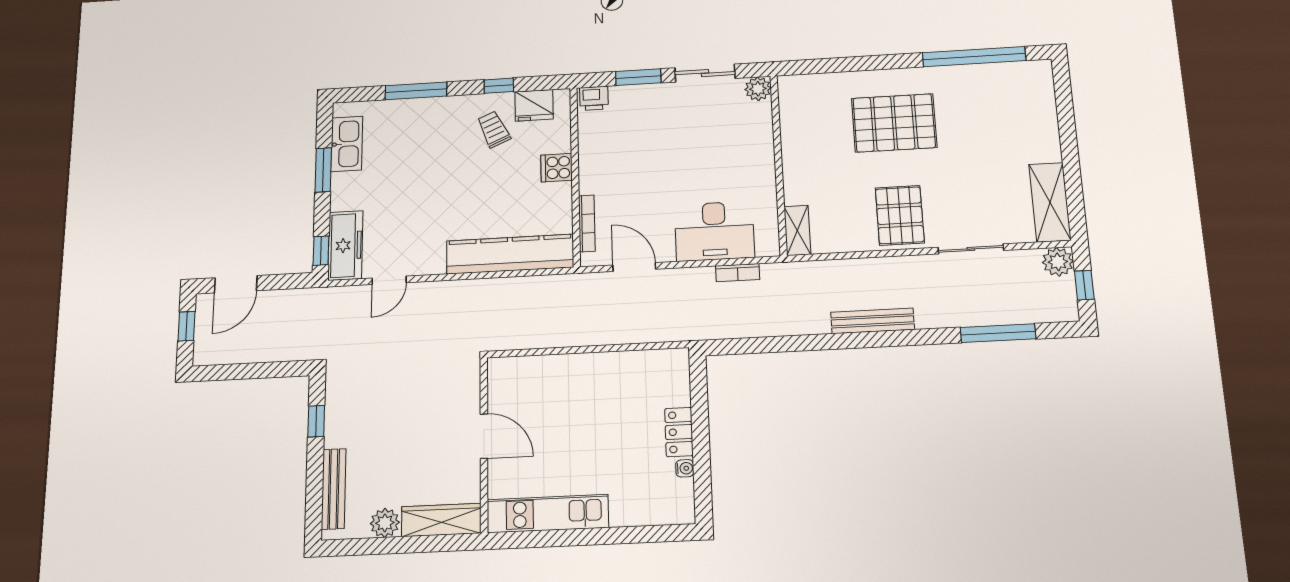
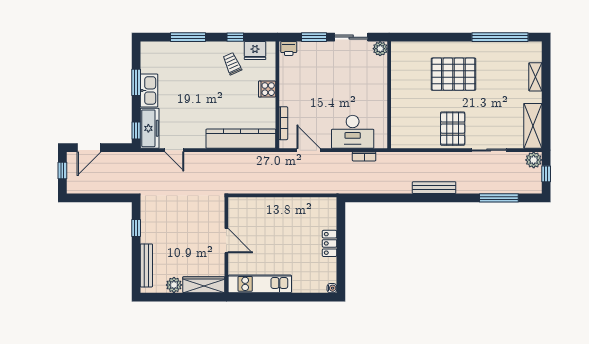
kitchen sink: (347, 144) -> (149, 90), moved
shelving: (797, 230) -> (535, 77), moved
door: (389, 280) -> (174, 150), hinge flipped
water cooler: (685, 468) -> (332, 288), moved

